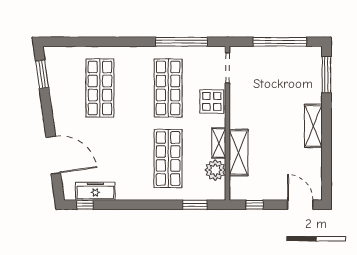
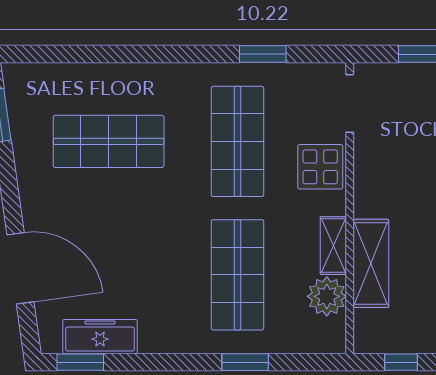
window: (181, 42) -> (263, 54), width x0.47
shop shelf: (100, 88) -> (109, 141), turned 90
window: (85, 205) -> (80, 362), width x1.50
window: (195, 205) -> (245, 362), moved

